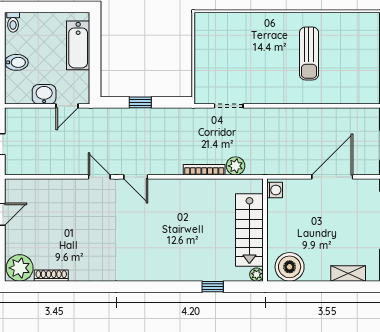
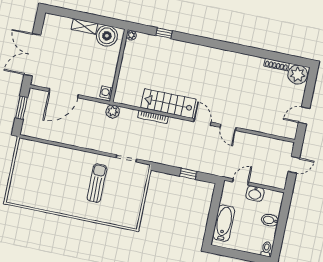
sun lounger: (309, 53) -> (97, 183), moved
plant: (236, 166) -> (113, 111), moved
stairs: (249, 230) -> (168, 103), moved, turned -90
shelving: (348, 273) -> (84, 26), moved

